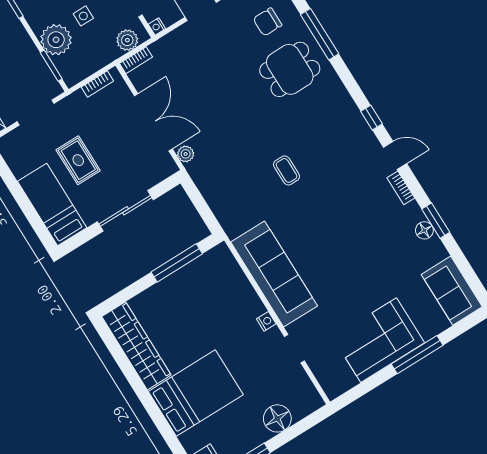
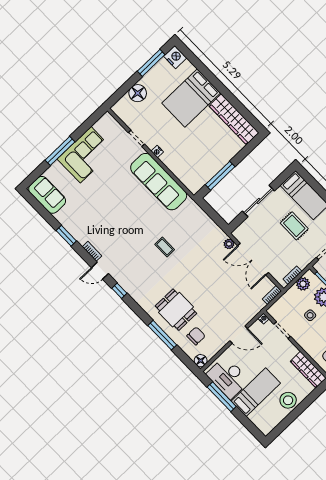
plant: (127, 40) -> (303, 284), moved
dining table: (290, 69) -> (176, 310), turned 90
floor lamp: (424, 230) -> (72, 228), removed

